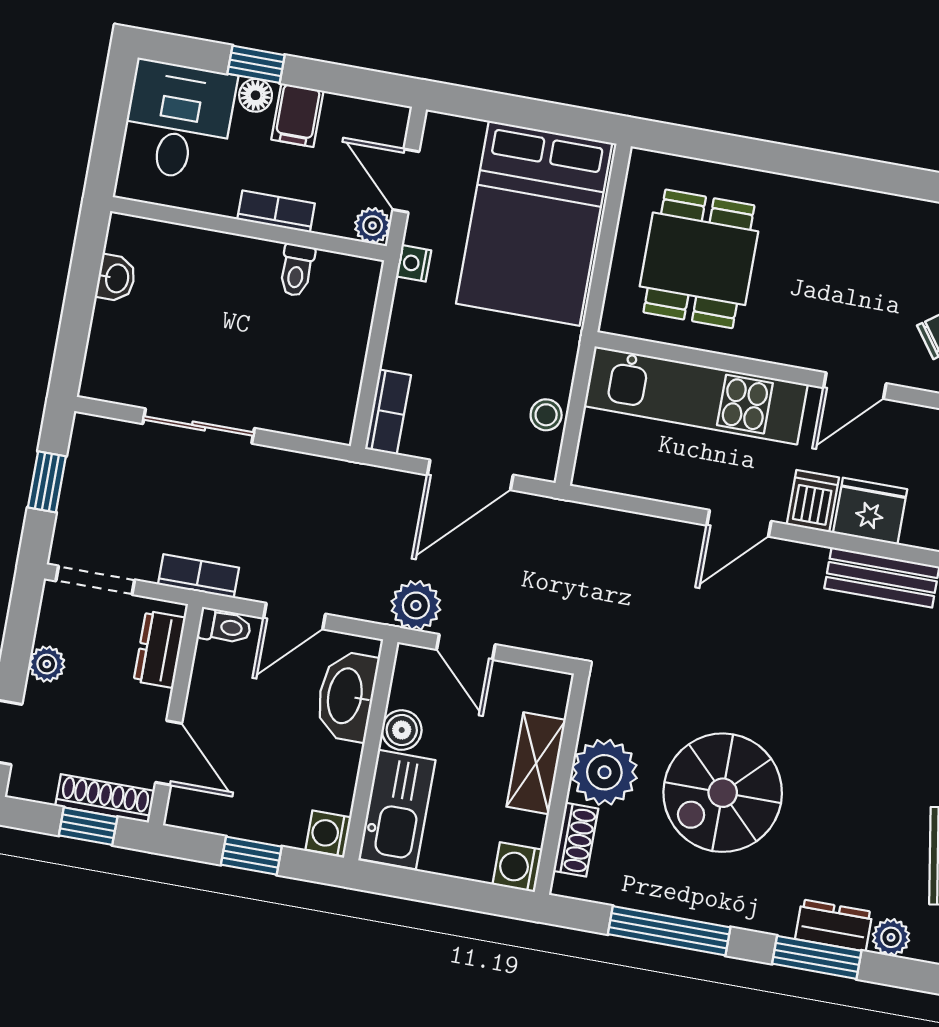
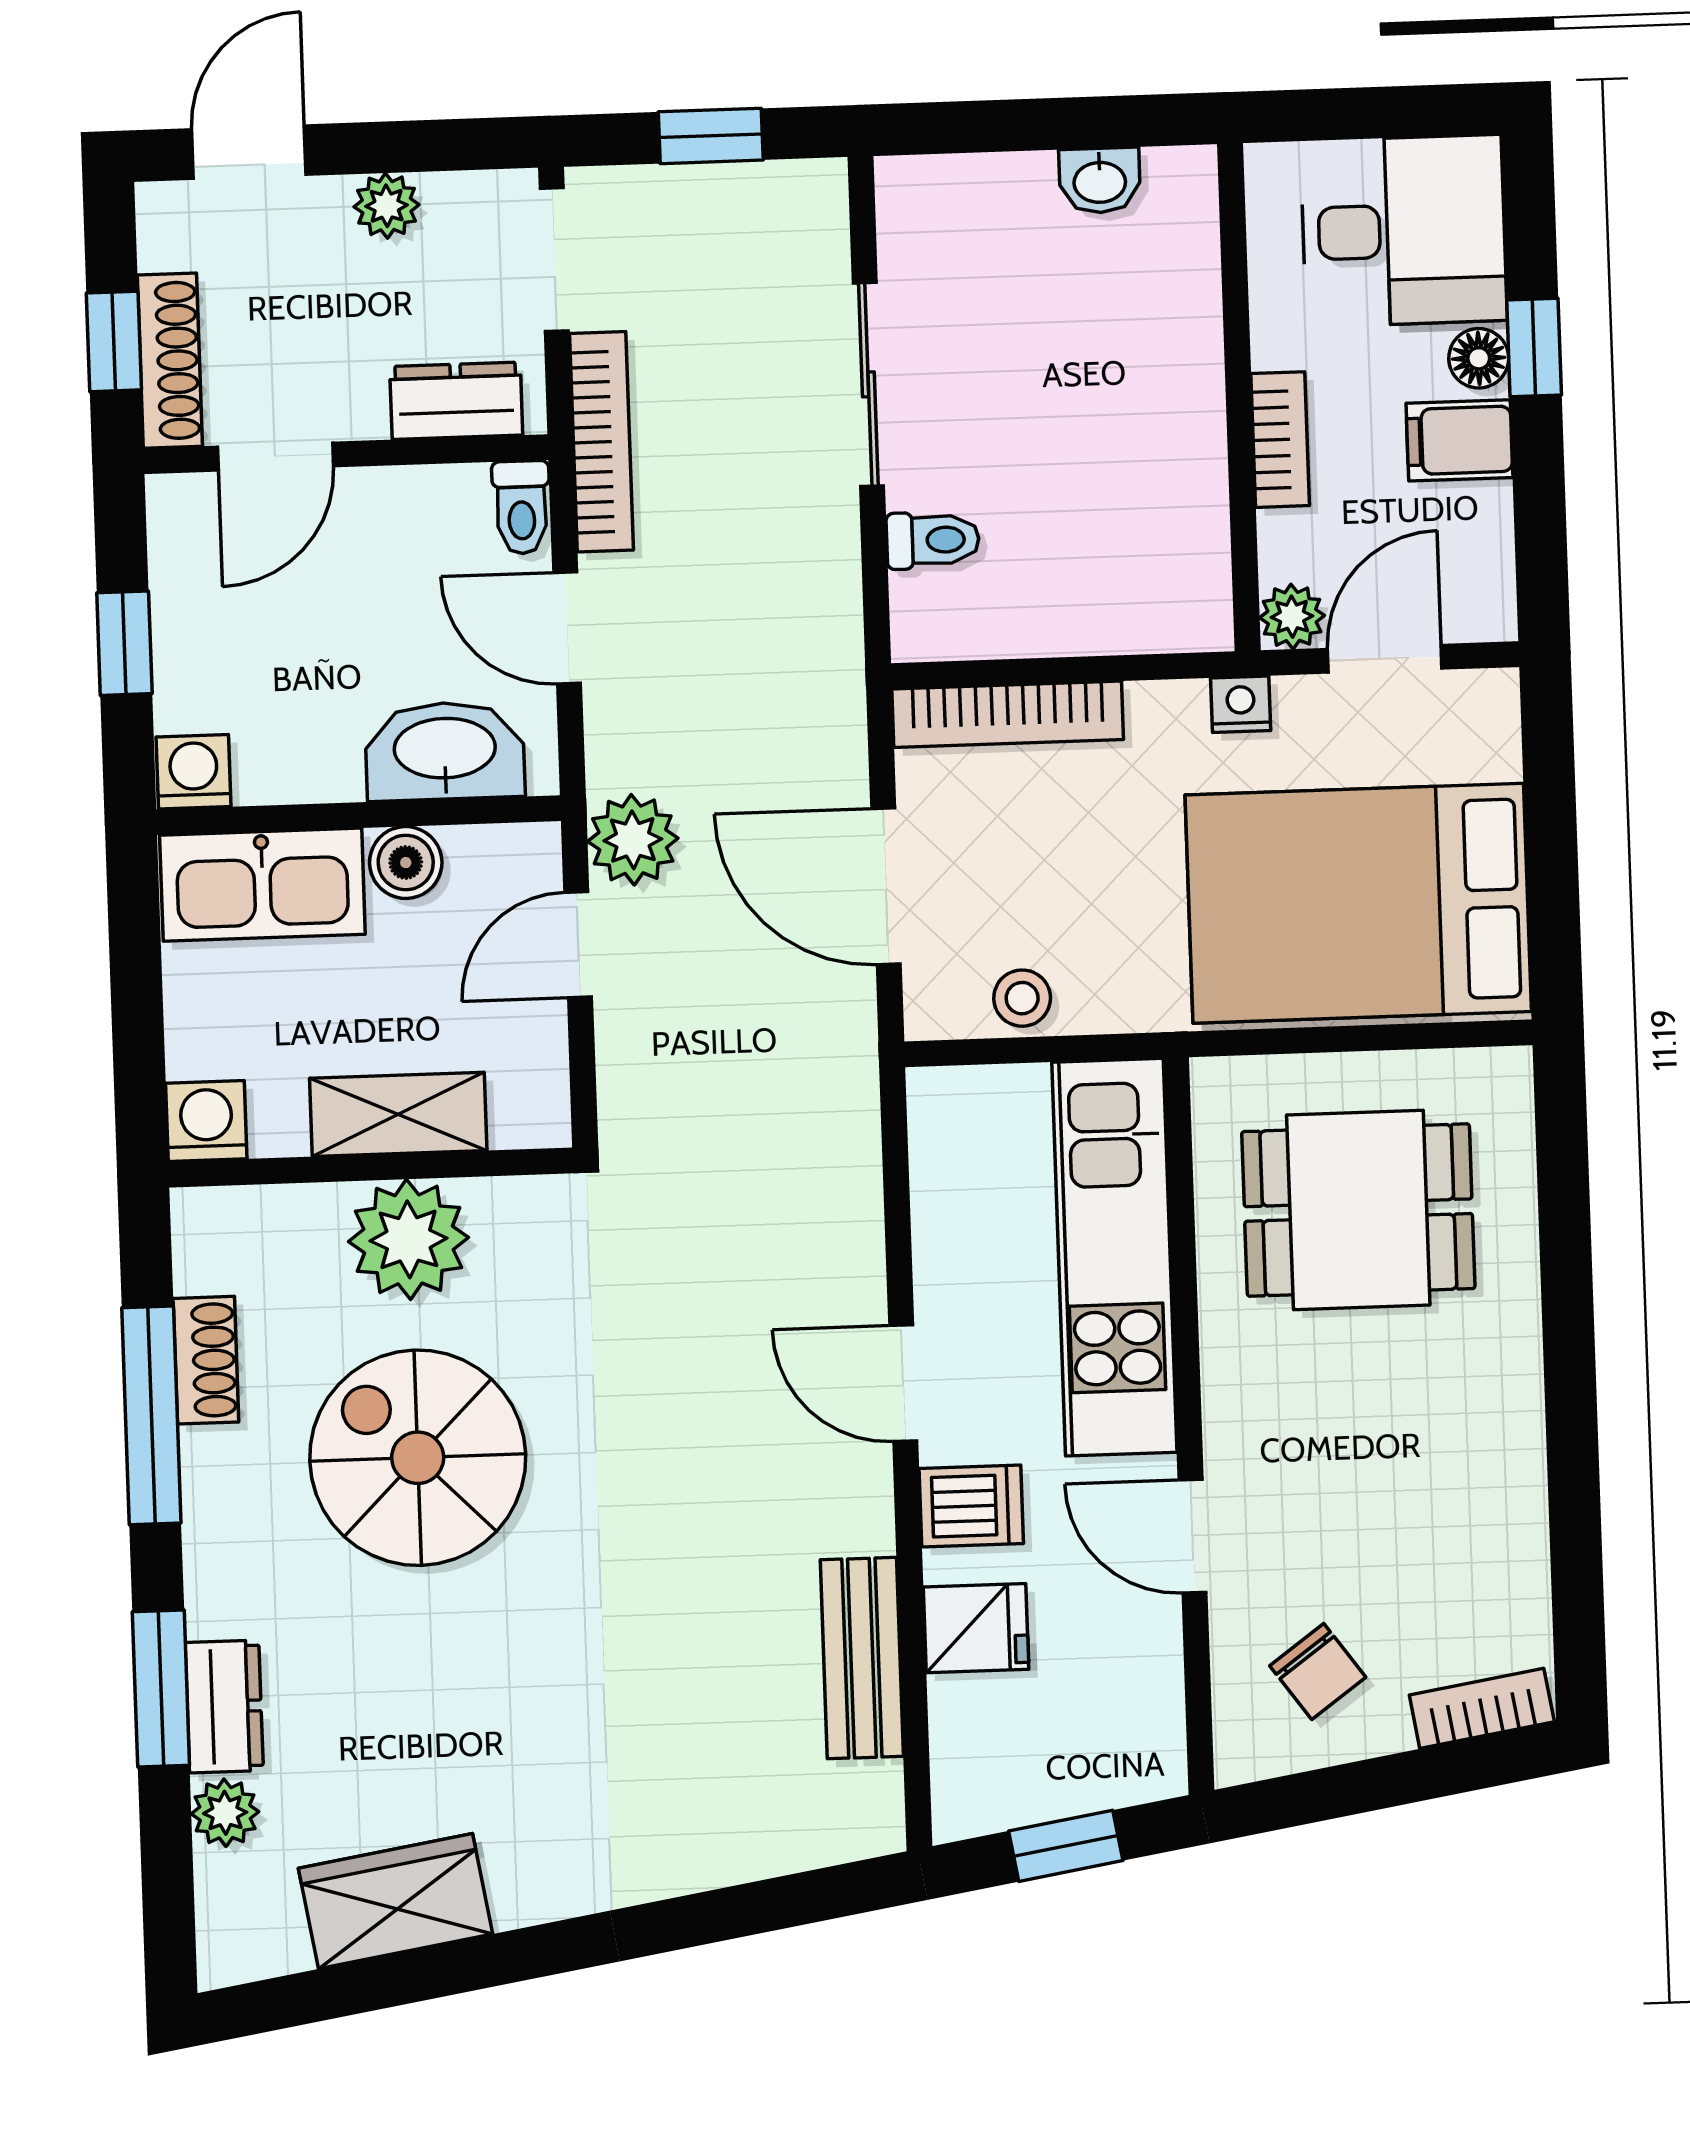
toilet: (297, 270) -> (933, 540), moved, turned 180
bookcase: (388, 412) -> (1008, 714), width x1.56
fridge: (870, 511) -> (976, 1628), width x0.72
bookcase: (199, 576) -> (602, 442), width x1.56
shoe rack: (576, 840) -> (206, 1360), moved, turned -90

